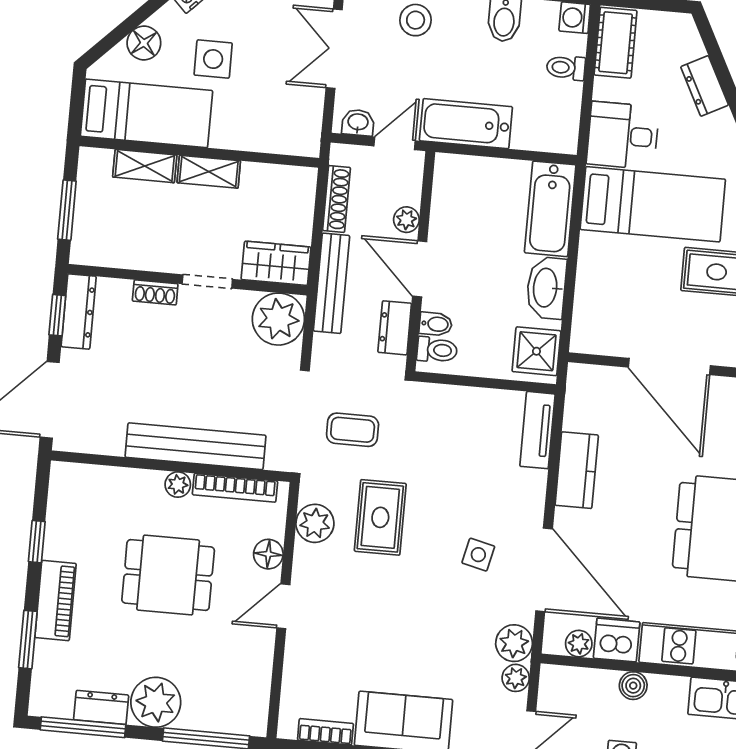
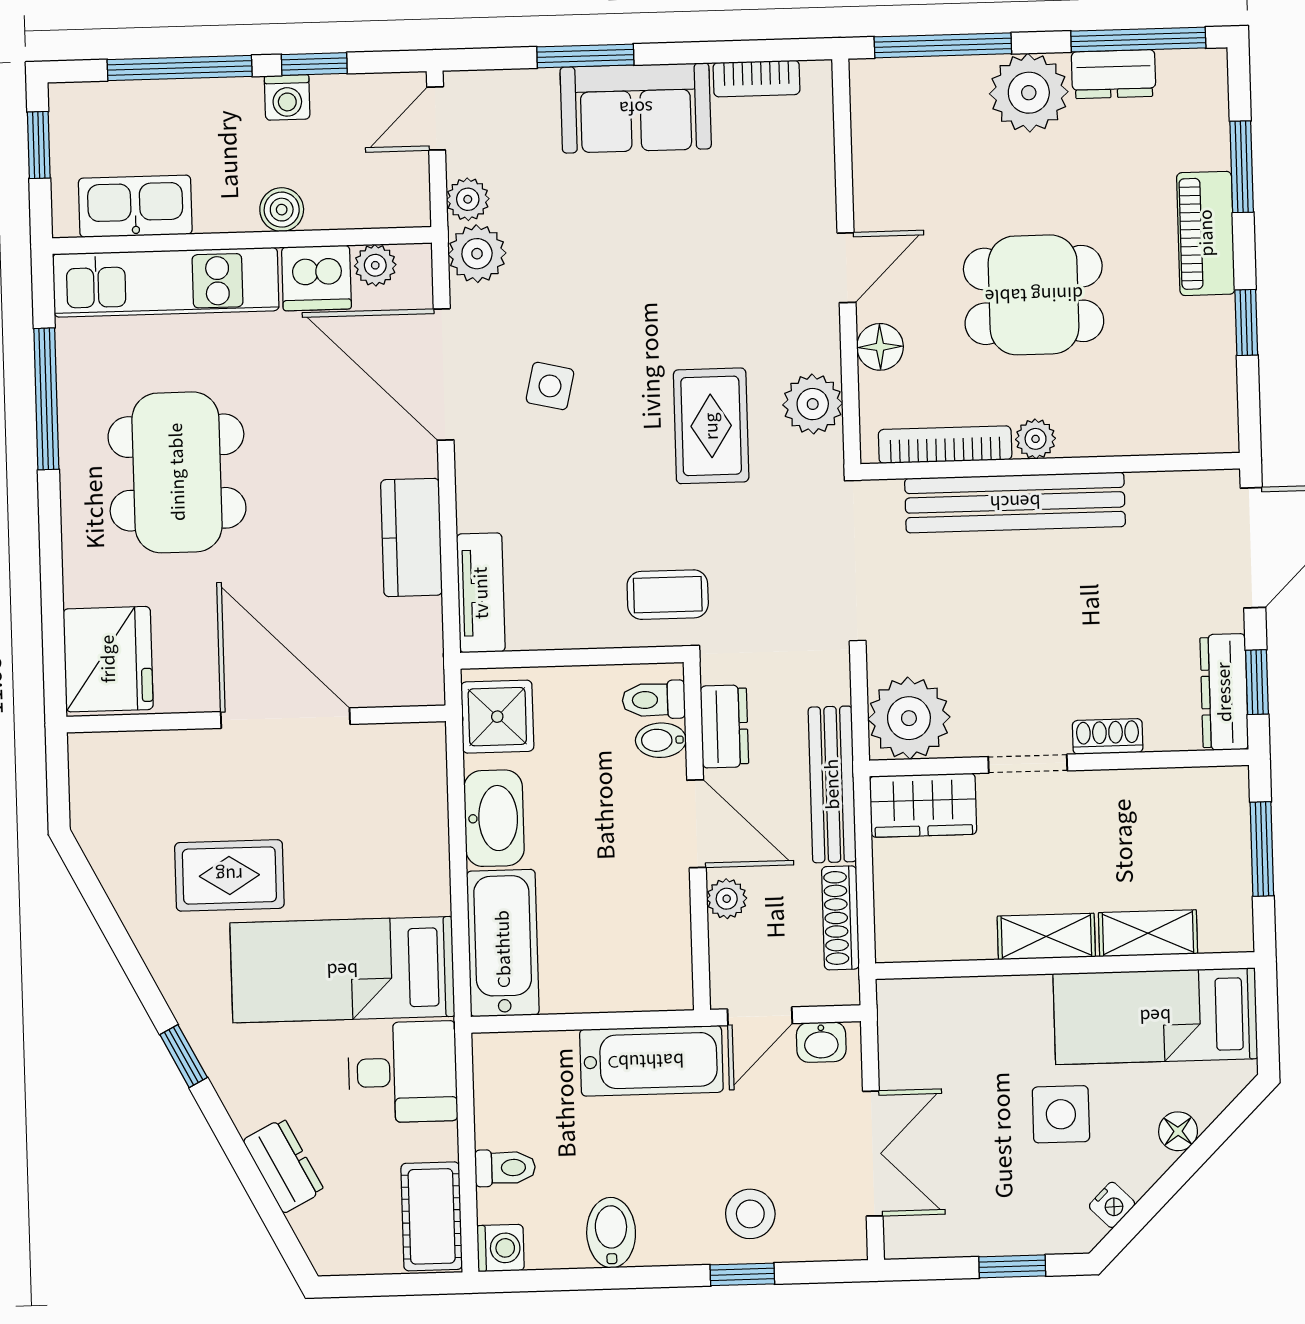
floor lamp: (144, 43) -> (1178, 1131), width x0.73, depth x0.73
coffee table: (353, 430) -> (668, 595), moved

